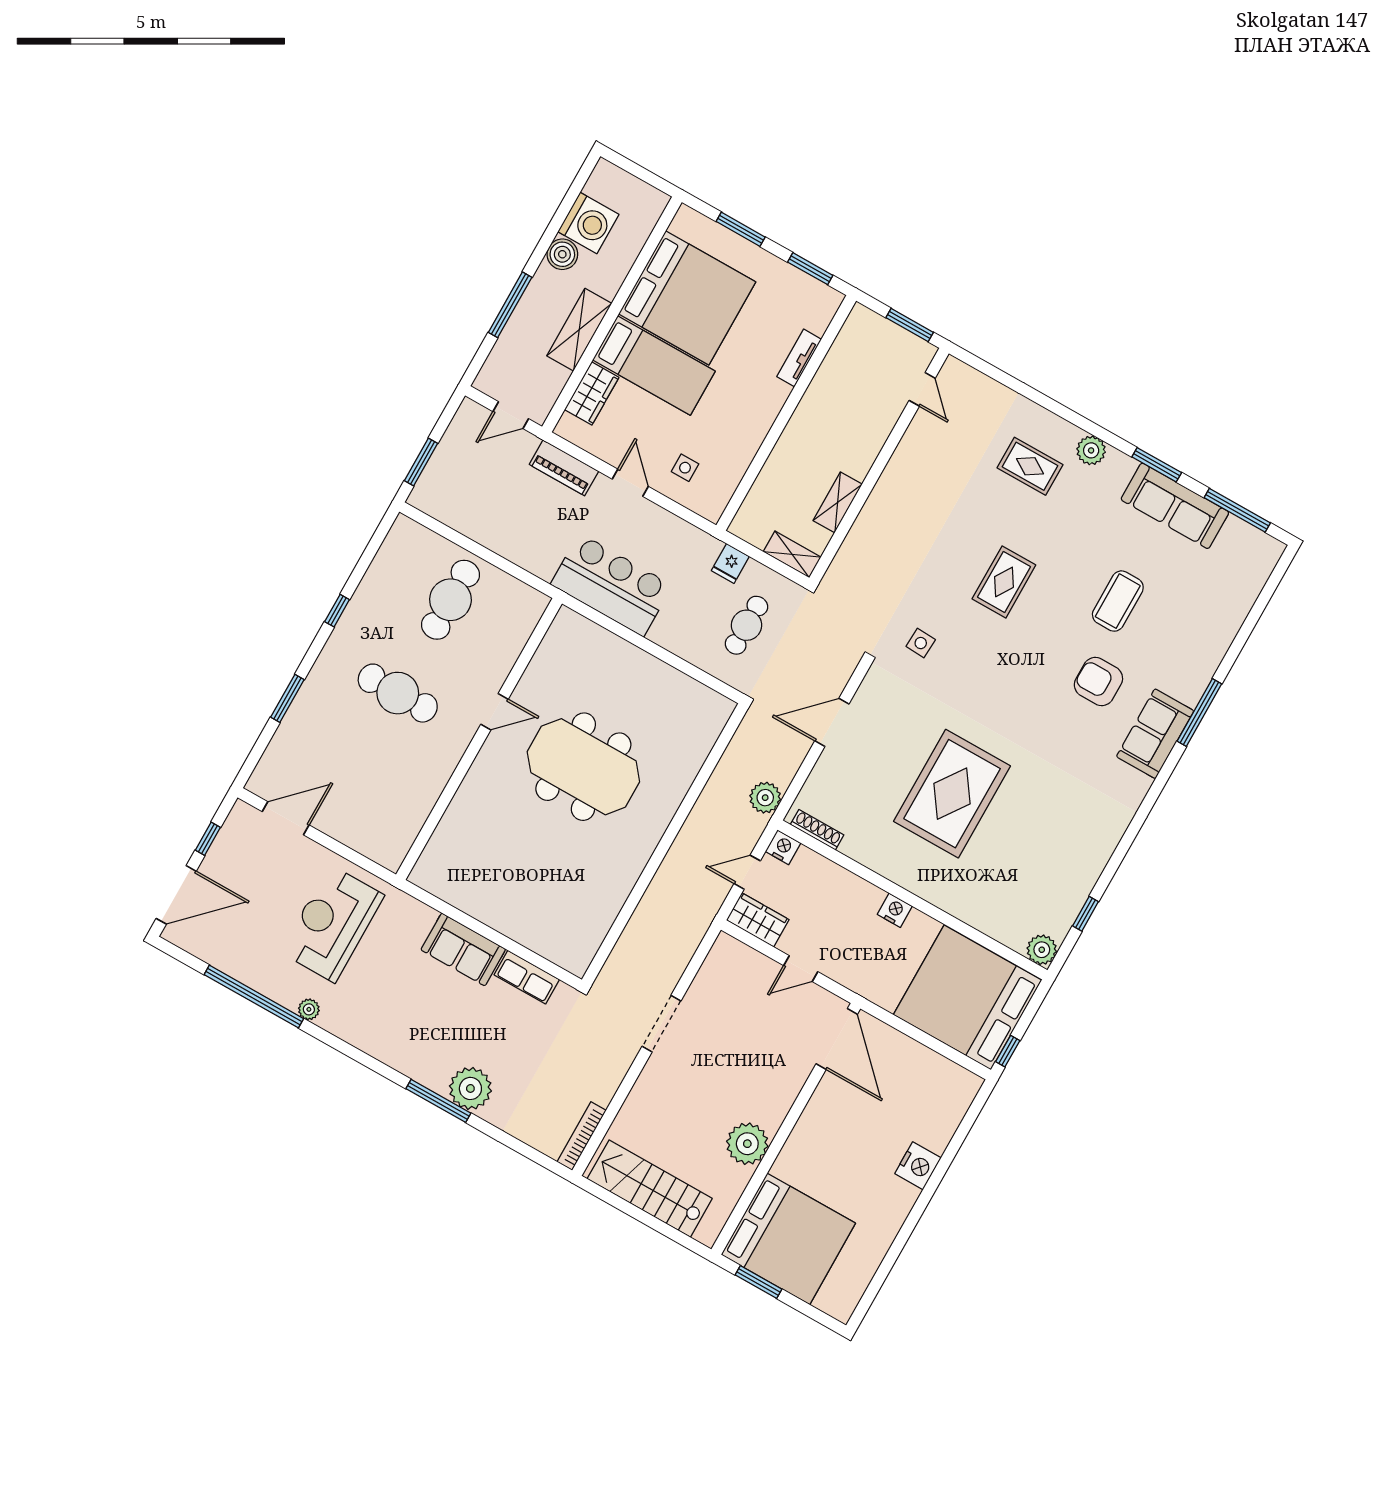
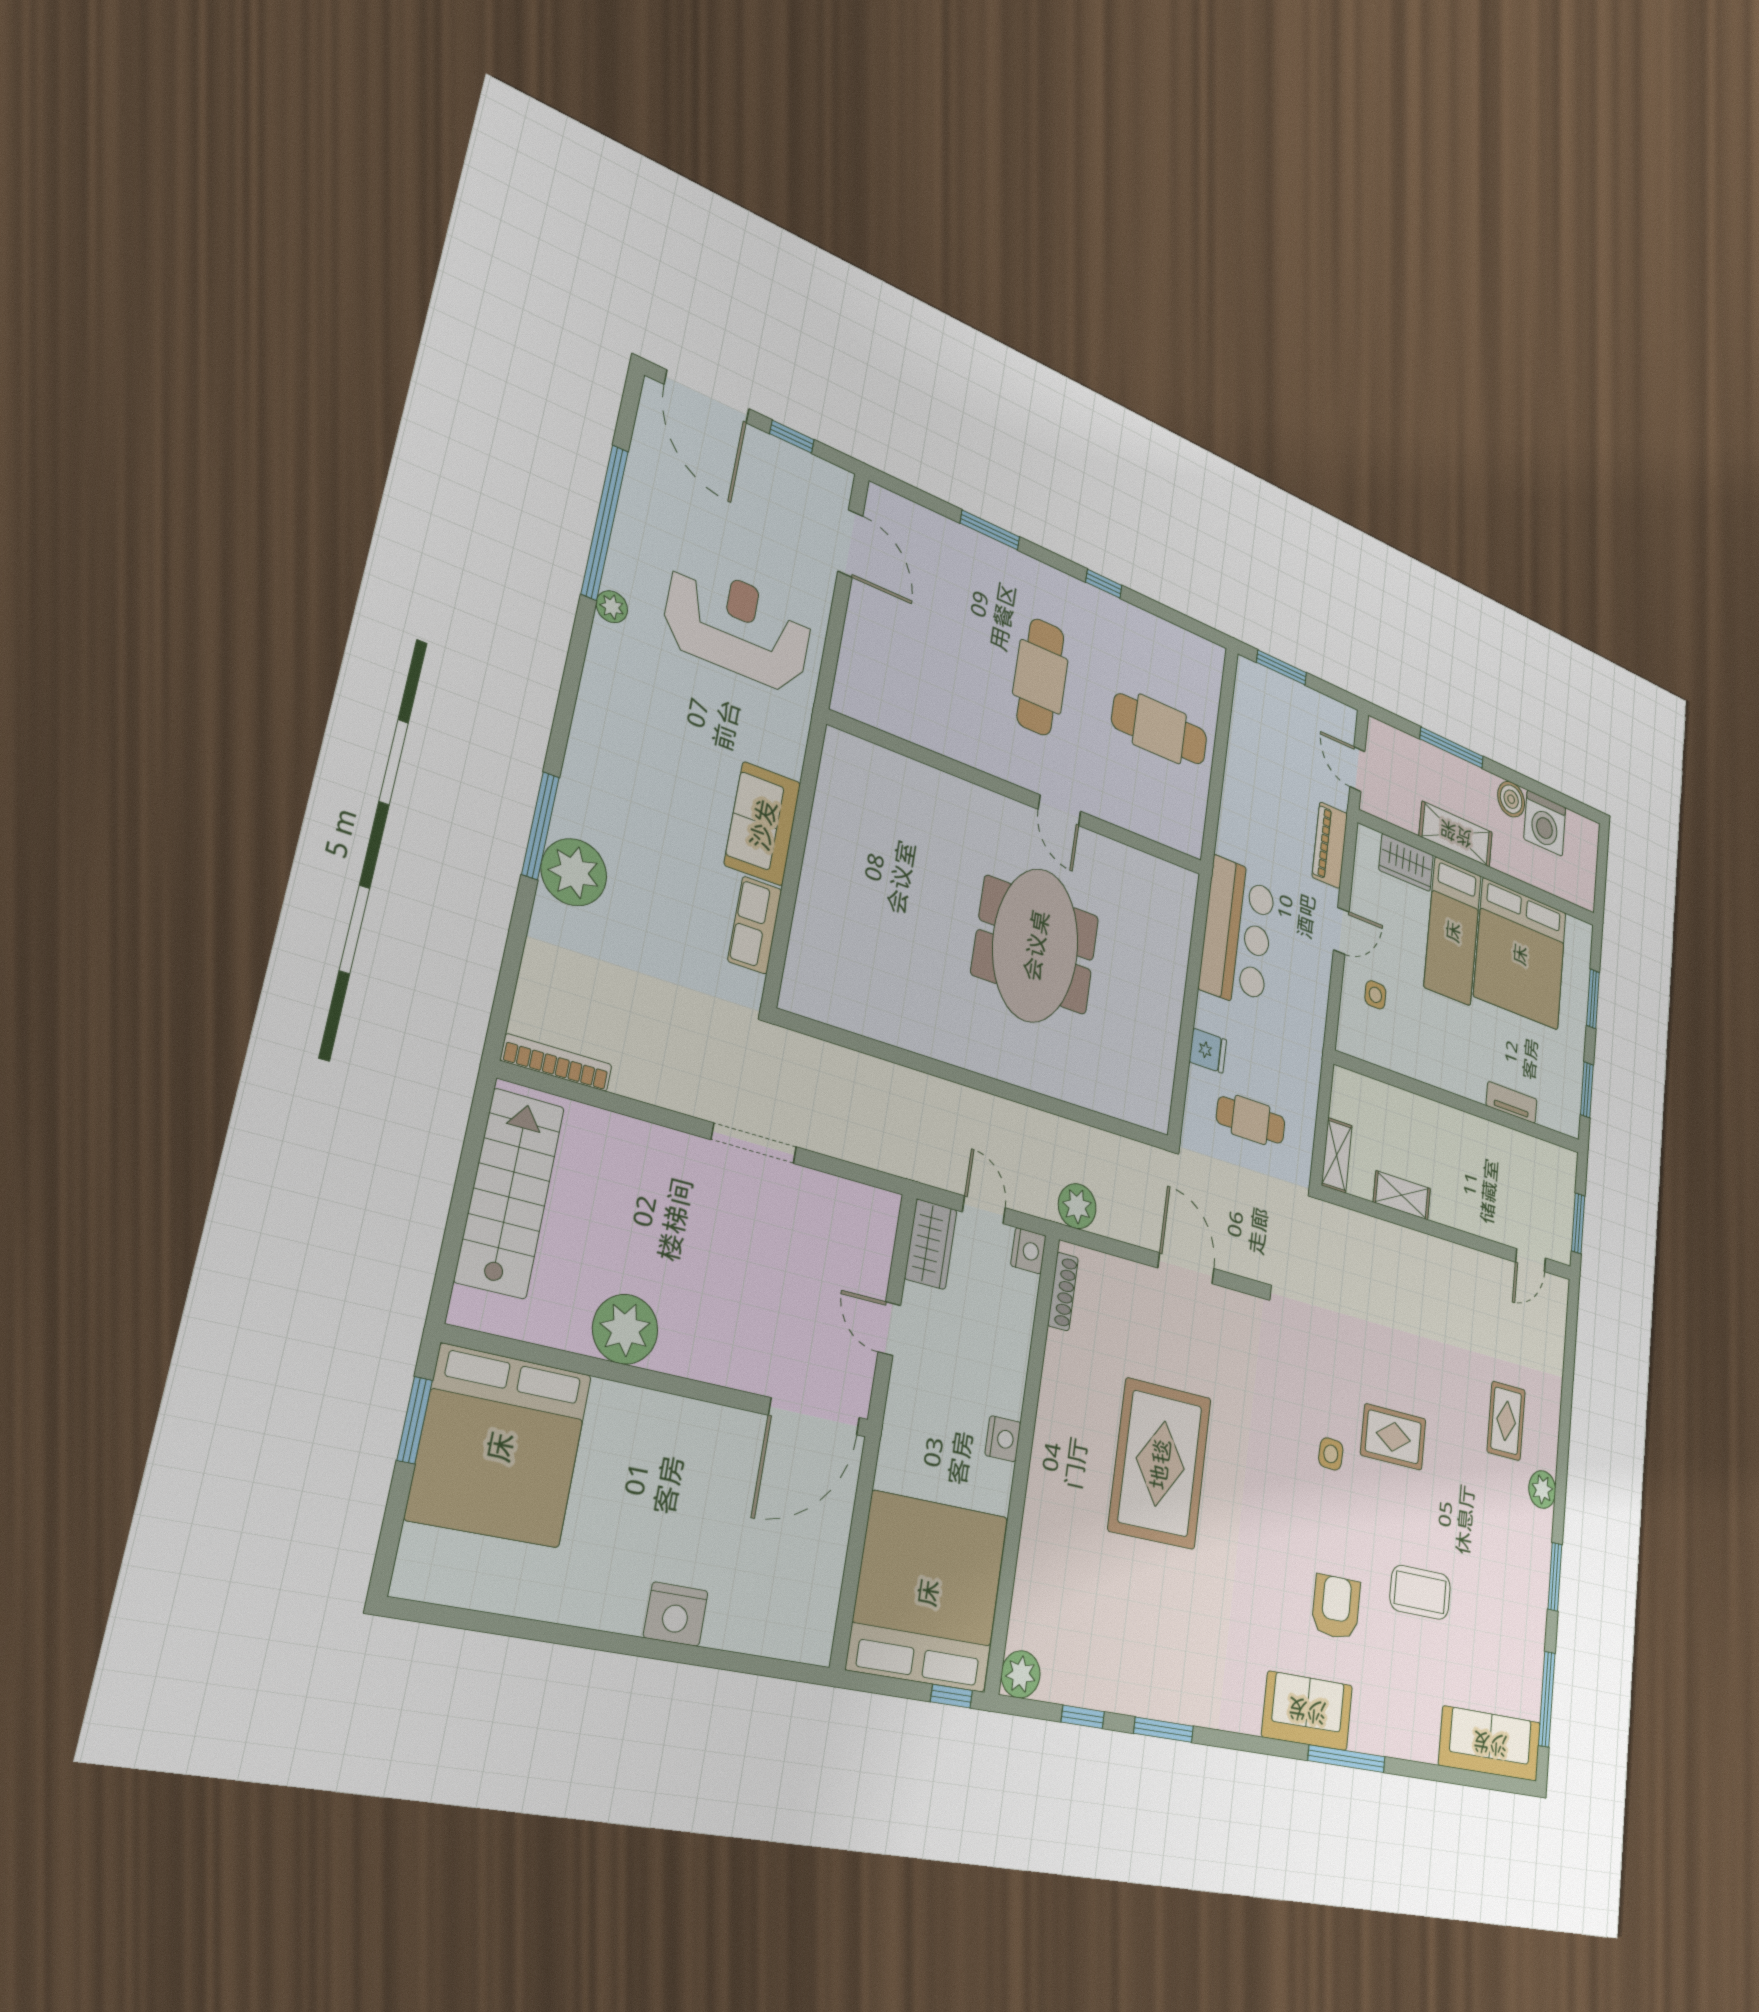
sofa: (1175, 506) -> (1490, 1744), moved, turned 90
fridge: (730, 563) -> (1208, 1051), moved, turned 180
side table: (921, 643) -> (1331, 1454), moved
rug: (952, 794) -> (1160, 1464), turned 90
window: (1119, 855) -> (1164, 1730), added
window: (1008, 1051) -> (951, 1696), moved

